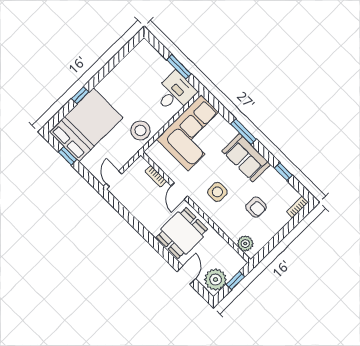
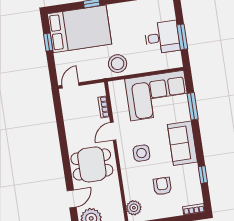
desk: (175, 93) -> (162, 37), moved
window: (243, 132) -> (193, 106), moved
armchair: (256, 207) -> (162, 186), turned 180

